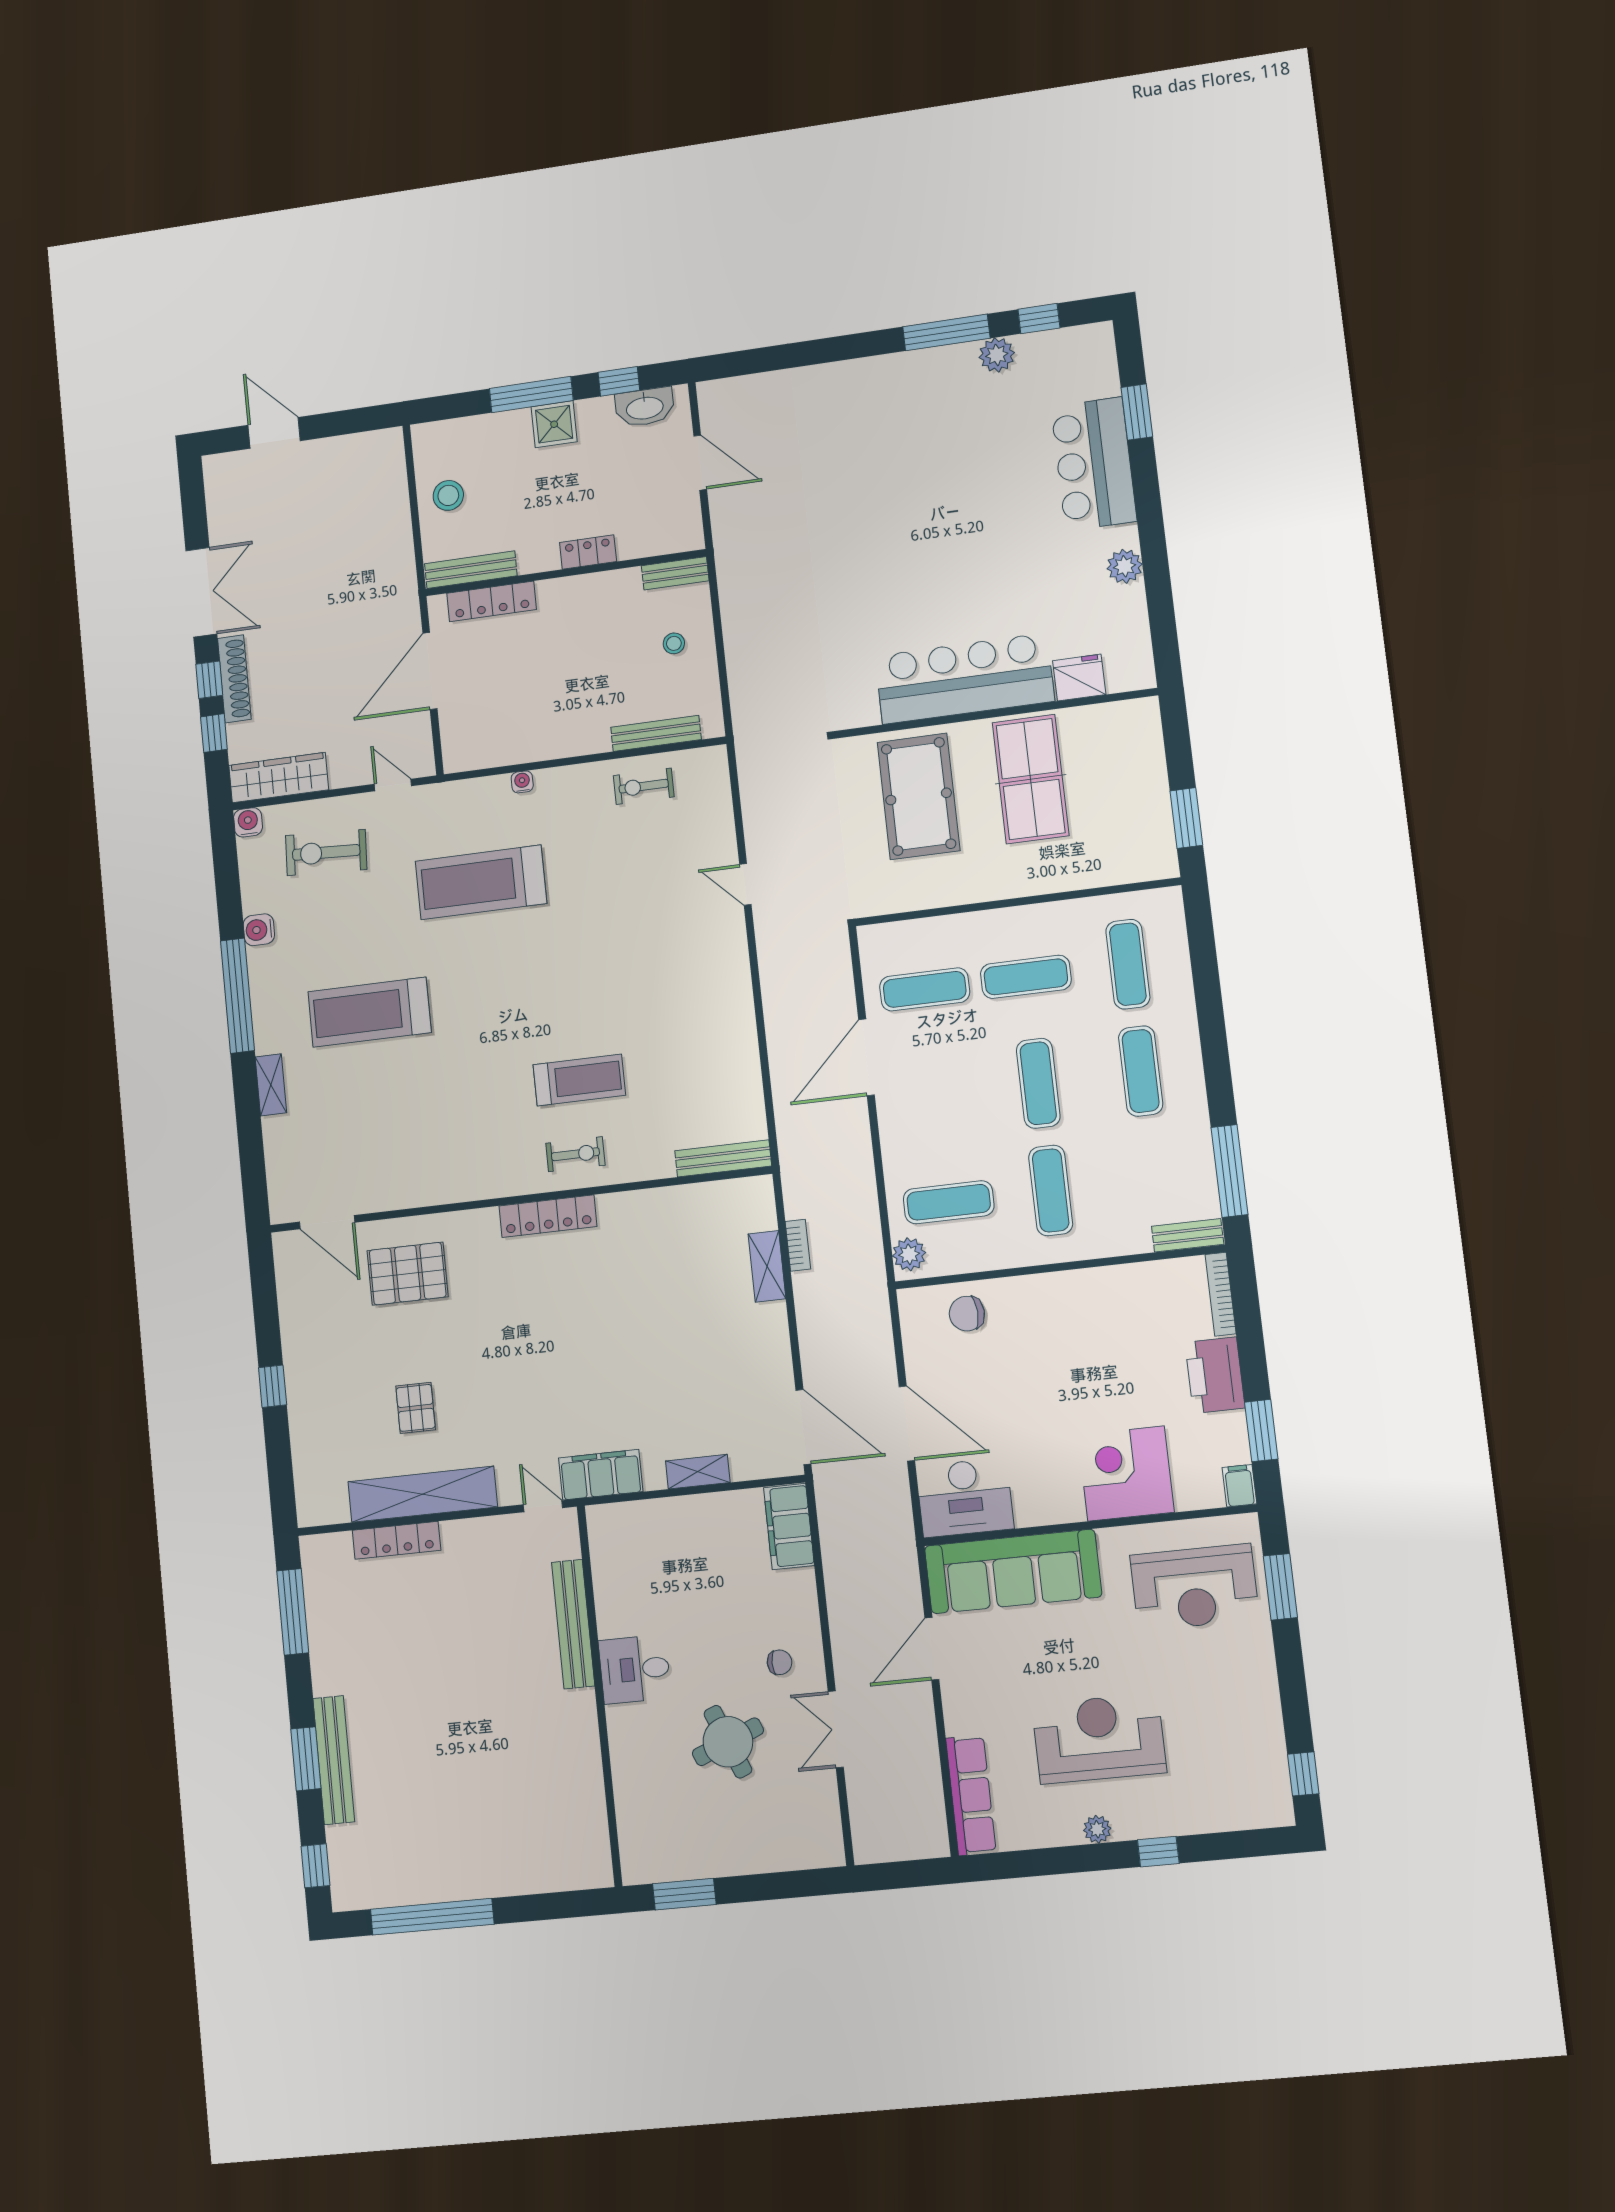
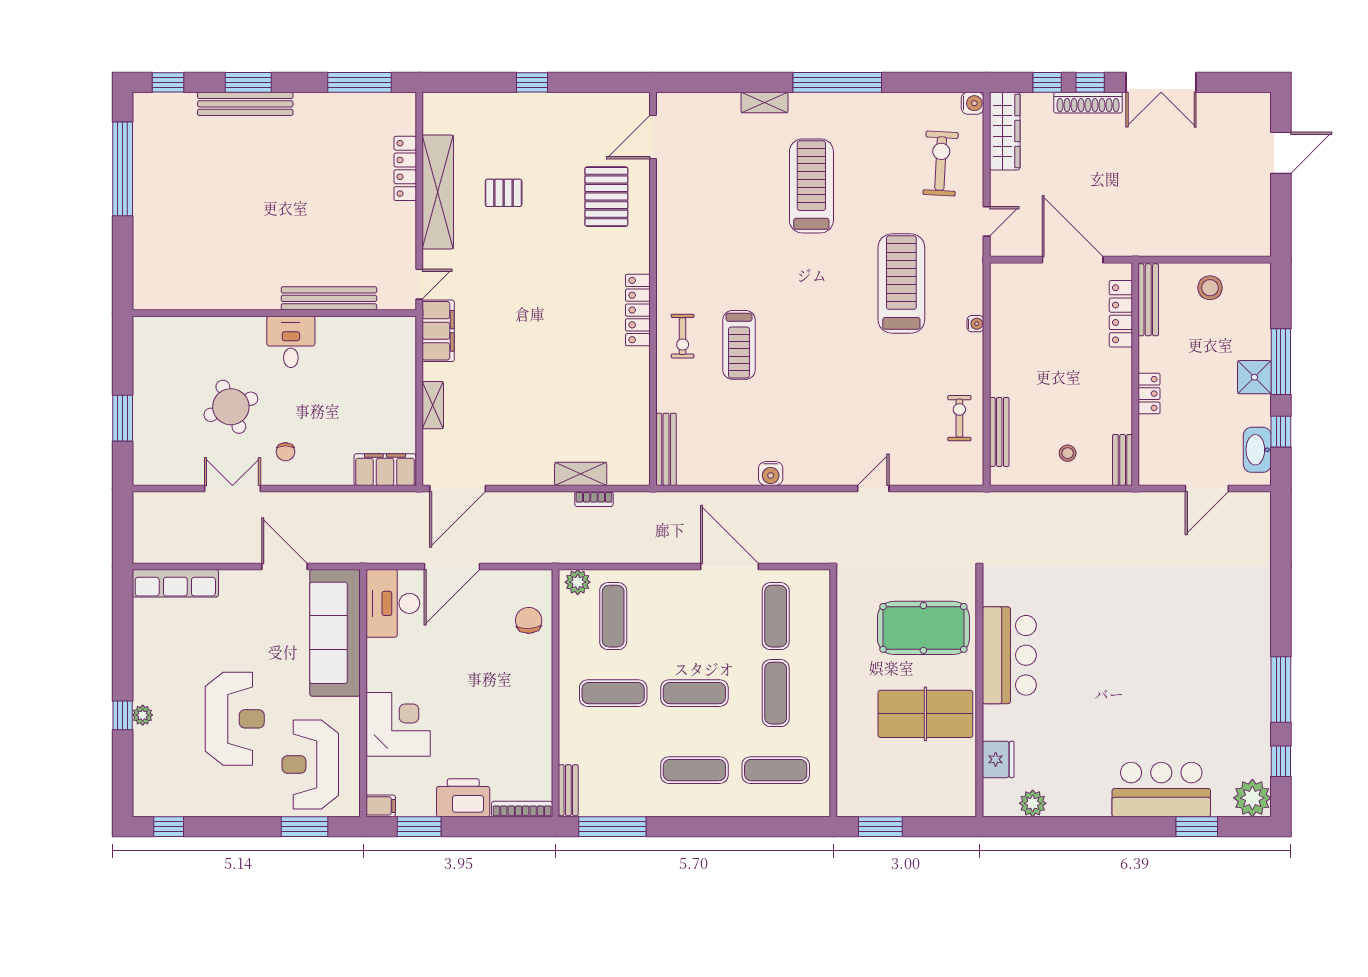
plant: (997, 355) -> (1252, 798), moved, width x1.36, depth x1.36
plant: (1125, 566) -> (1033, 803), moved
bar counter: (964, 679) -> (1009, 655), width x0.73
water cooler: (259, 930) -> (771, 474), moved, turned 180
reception desk: (1099, 1738) -> (235, 719), moved
plant: (1097, 1829) -> (143, 715), moved
window: (684, 1894) -> (123, 418), moved

